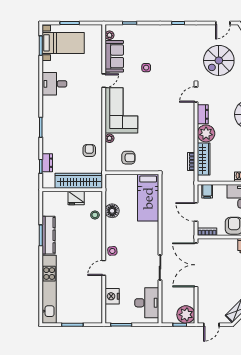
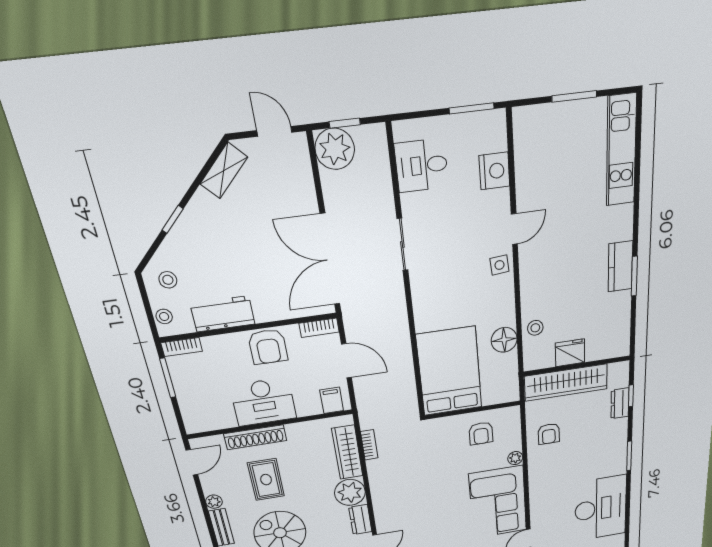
desk: (54, 84) -> (601, 508), width x1.87, depth x1.30
armchair: (128, 158) -> (481, 433), turned -90
bed: (148, 198) -> (449, 371), width x1.50
kitchen counter: (48, 235) -> (620, 266), width x0.67
double door: (196, 265) -> (330, 260), swing flipped
kitchen unit: (49, 289) -> (621, 151), width x0.73
desk: (147, 303) -> (422, 165), width x0.73
door: (211, 325) -> (274, 131), hinge flipped

